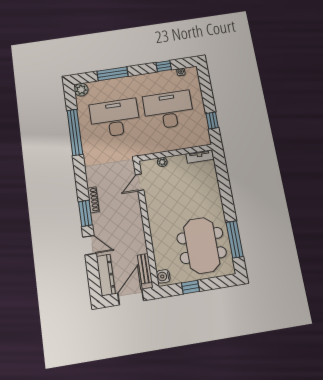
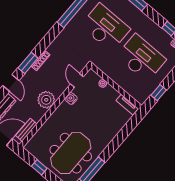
door: (140, 182) -> (77, 80), hinge flipped
plant: (133, 226) -> (46, 100), added
water cooler: (163, 276) -> (71, 99), moved

